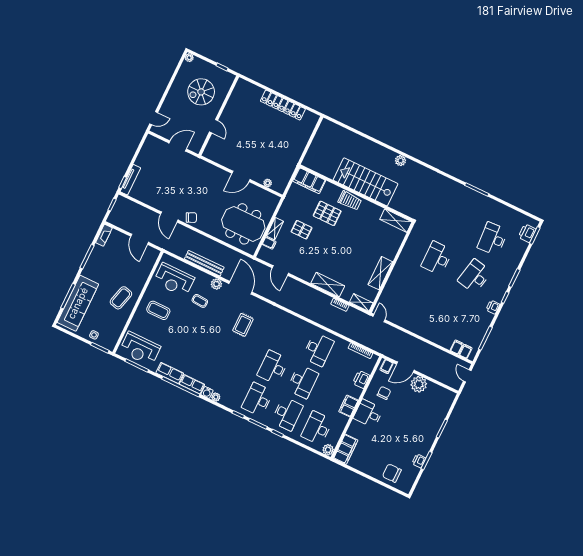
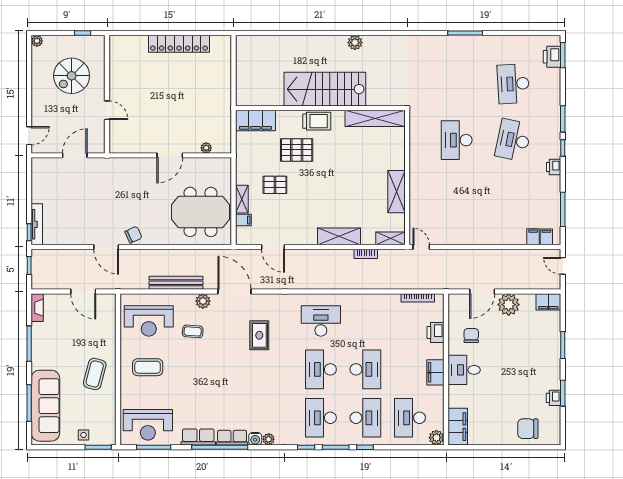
shelving: (396, 221) -> (375, 118), width x1.47
desk: (318, 349) -> (321, 321), moved, turned -90
filing cabinet: (387, 367) -> (548, 302), moved, width x2.00

